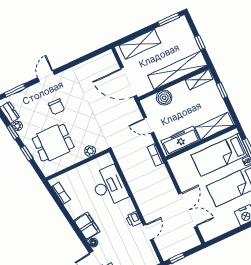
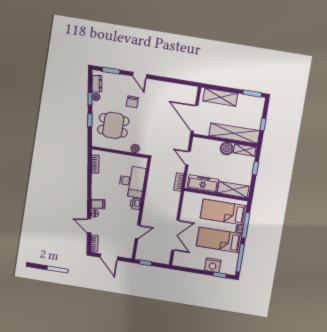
door: (46, 76) -> (140, 75), swing flipped
boiler: (164, 98) -> (227, 149), moved
printer: (134, 219) -> (136, 204), moved
filing cabinet: (87, 226) -> (98, 204), width x0.50

